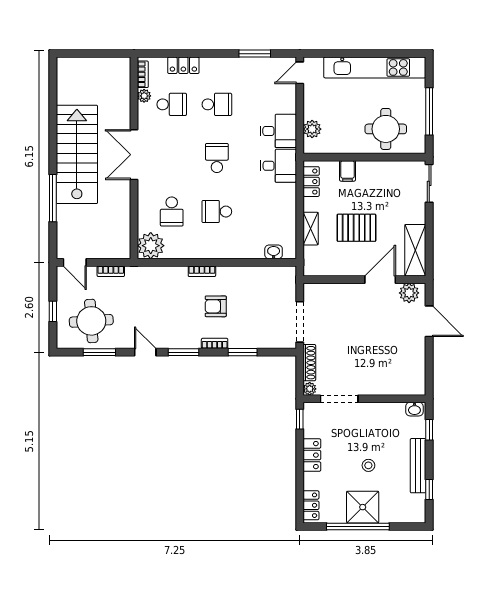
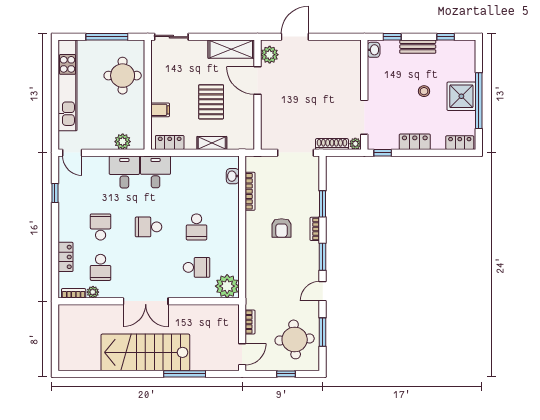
window: (255, 54) -> (55, 193), width x0.67
school desk: (172, 104) -> (101, 267), turned 180
bookcase: (202, 271) -> (250, 191), moved, width x1.56
bench: (418, 466) -> (418, 47), width x0.73

